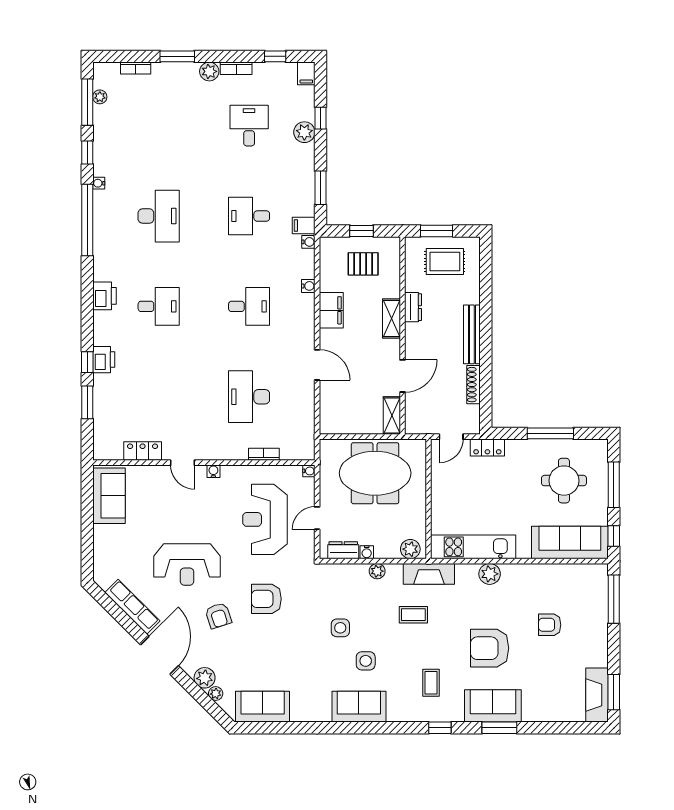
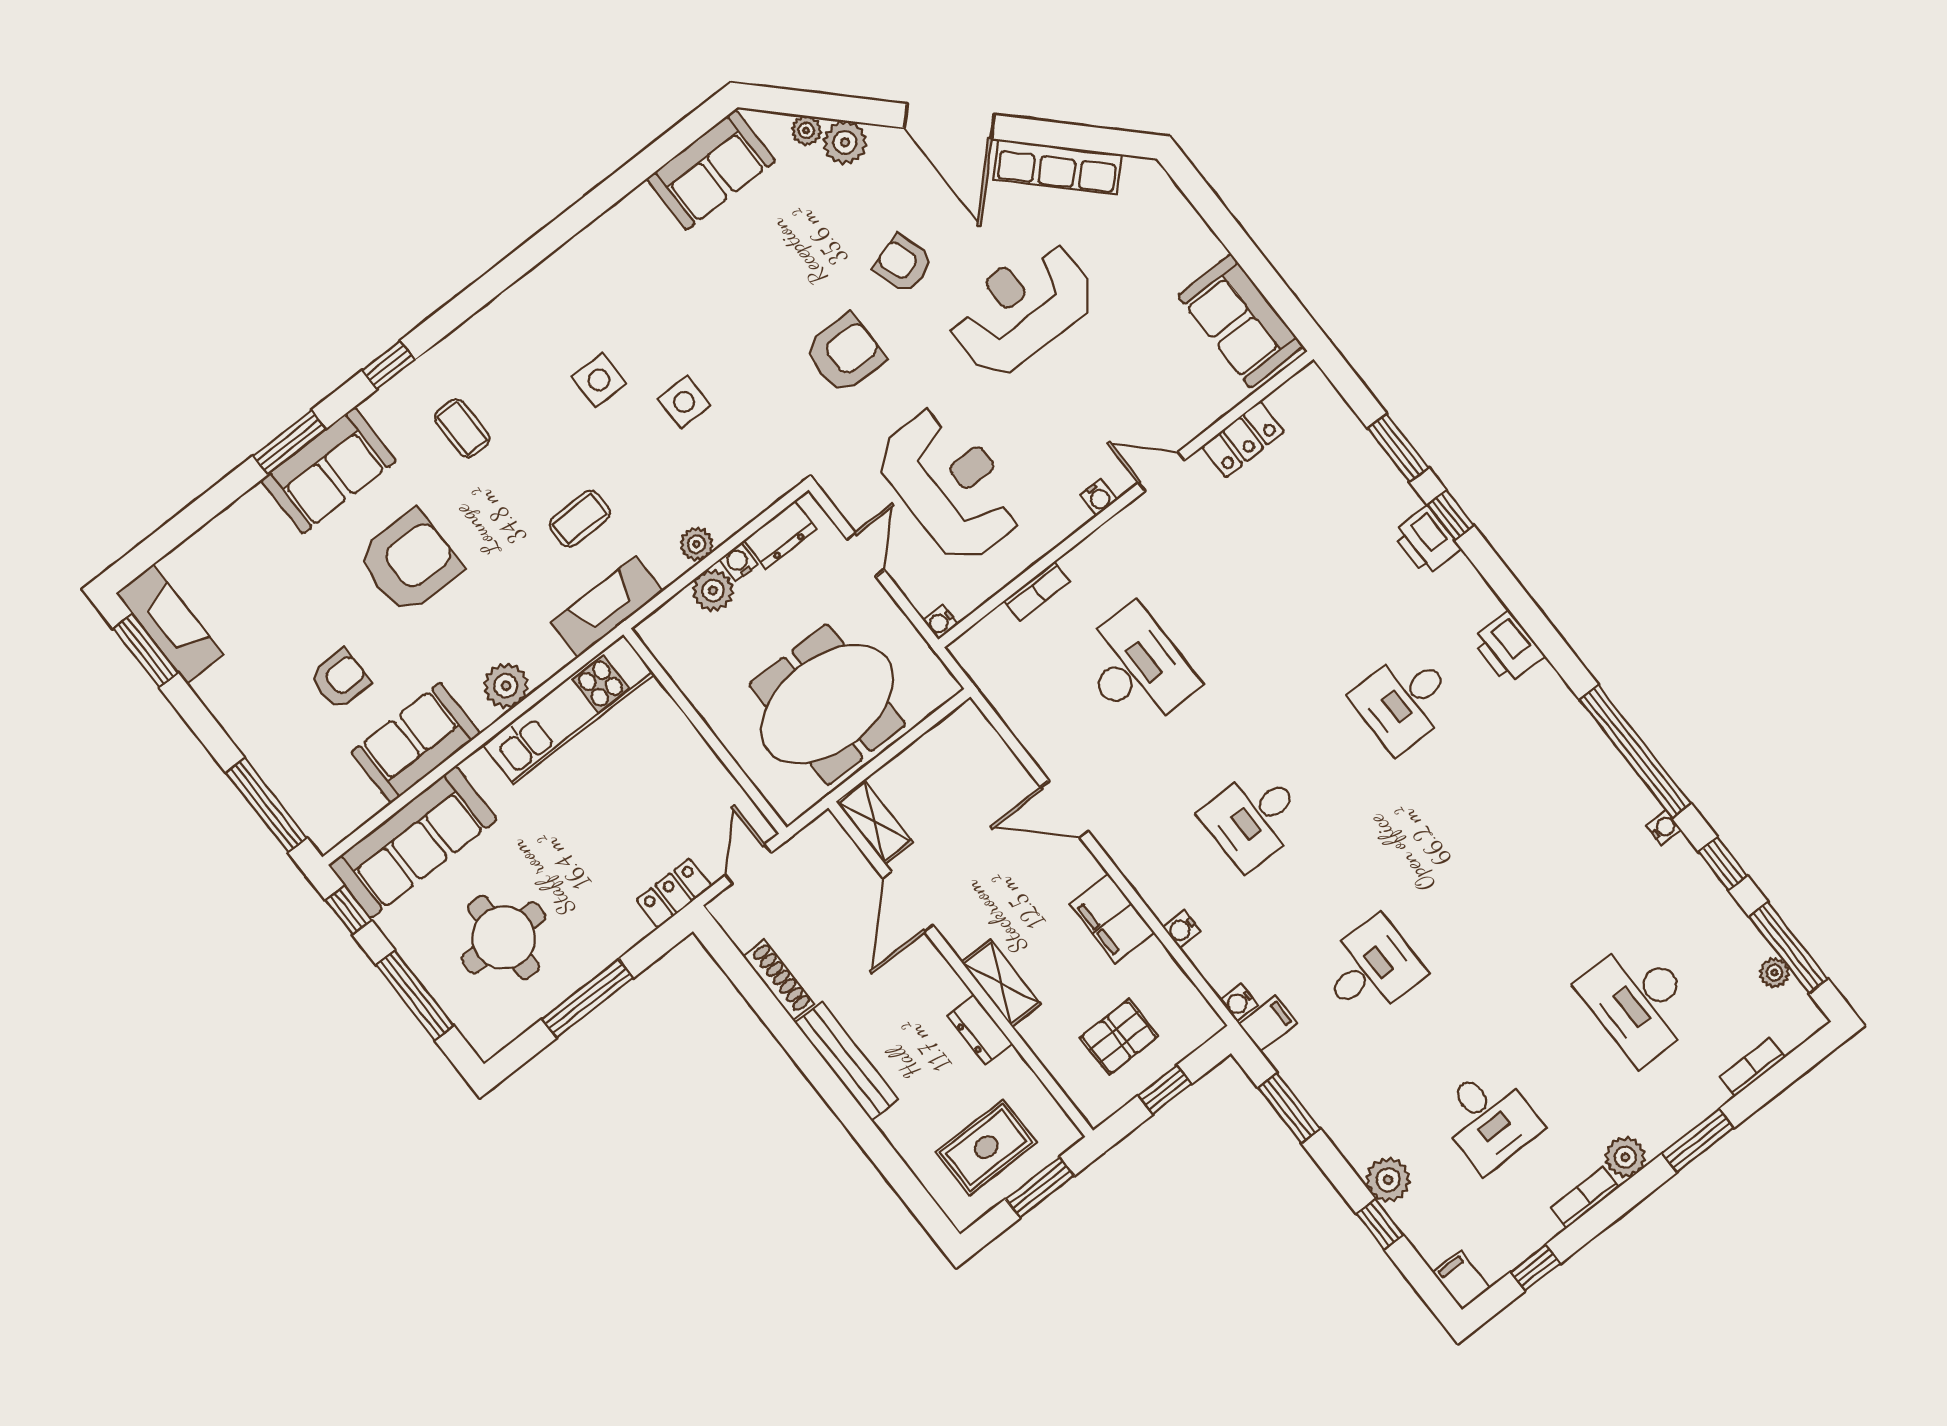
desk: (159, 216) -> (1639, 1001), moved
plant: (410, 549) -> (713, 590), moved
sofa: (359, 707) -> (416, 743), moved, turned 180

